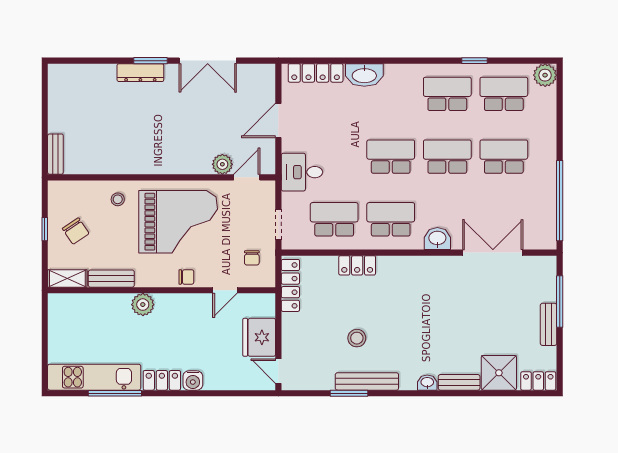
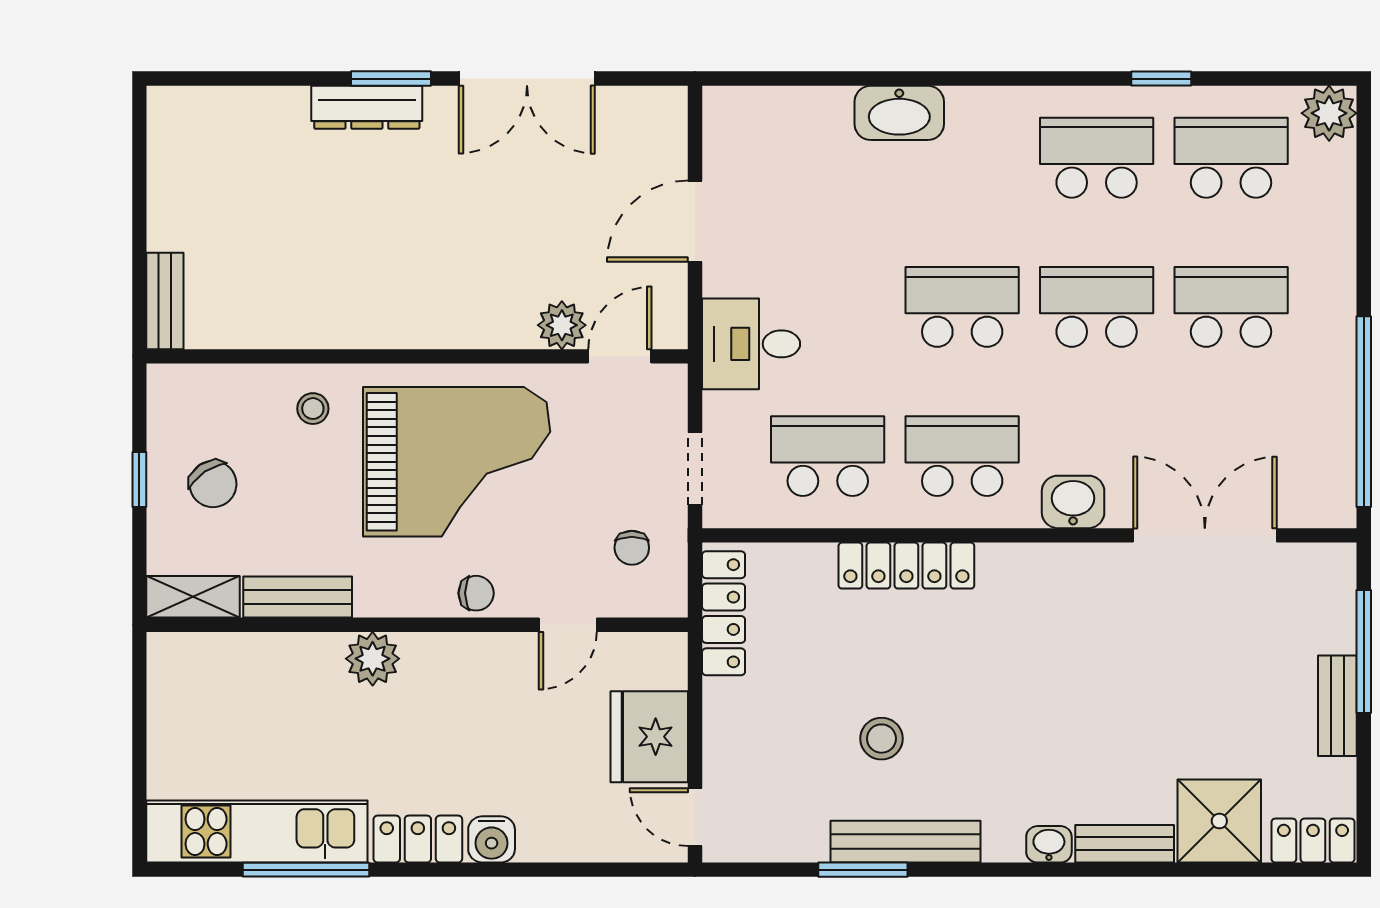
locker: (316, 73) -> (783, 108), removed
locker: (357, 265) -> (906, 566), width x1.53

